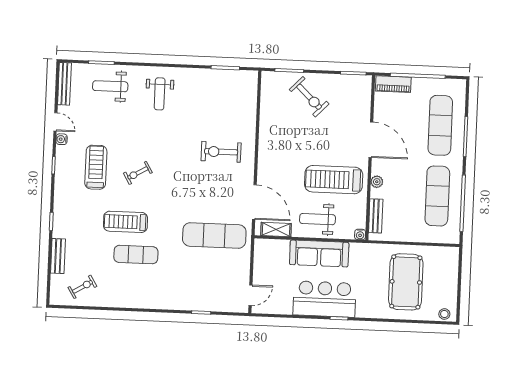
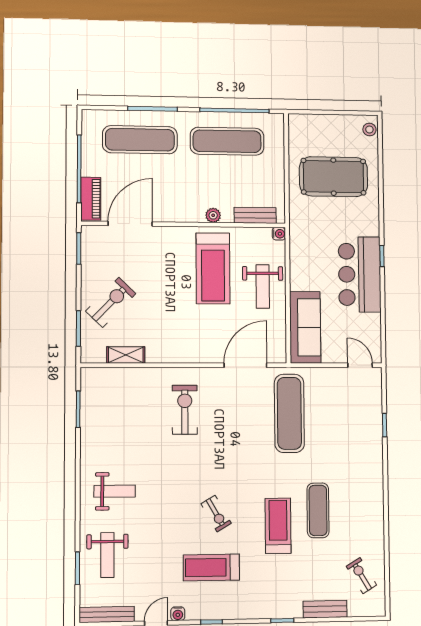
door: (371, 140) -> (130, 224), moved
exercise bike: (221, 152) -> (185, 410), turned 180
treadmill: (125, 222) -> (278, 526), turned 180
shelving: (276, 230) -> (126, 355), moved, turned 90
sofa: (319, 253) -> (305, 327), moved

